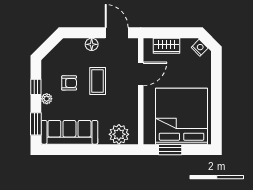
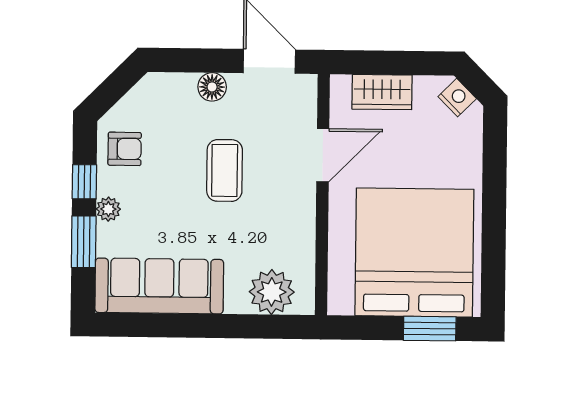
armchair: (69, 83) -> (125, 149), moved
window: (36, 124) -> (84, 242), moved
window: (170, 150) -> (430, 329), moved

